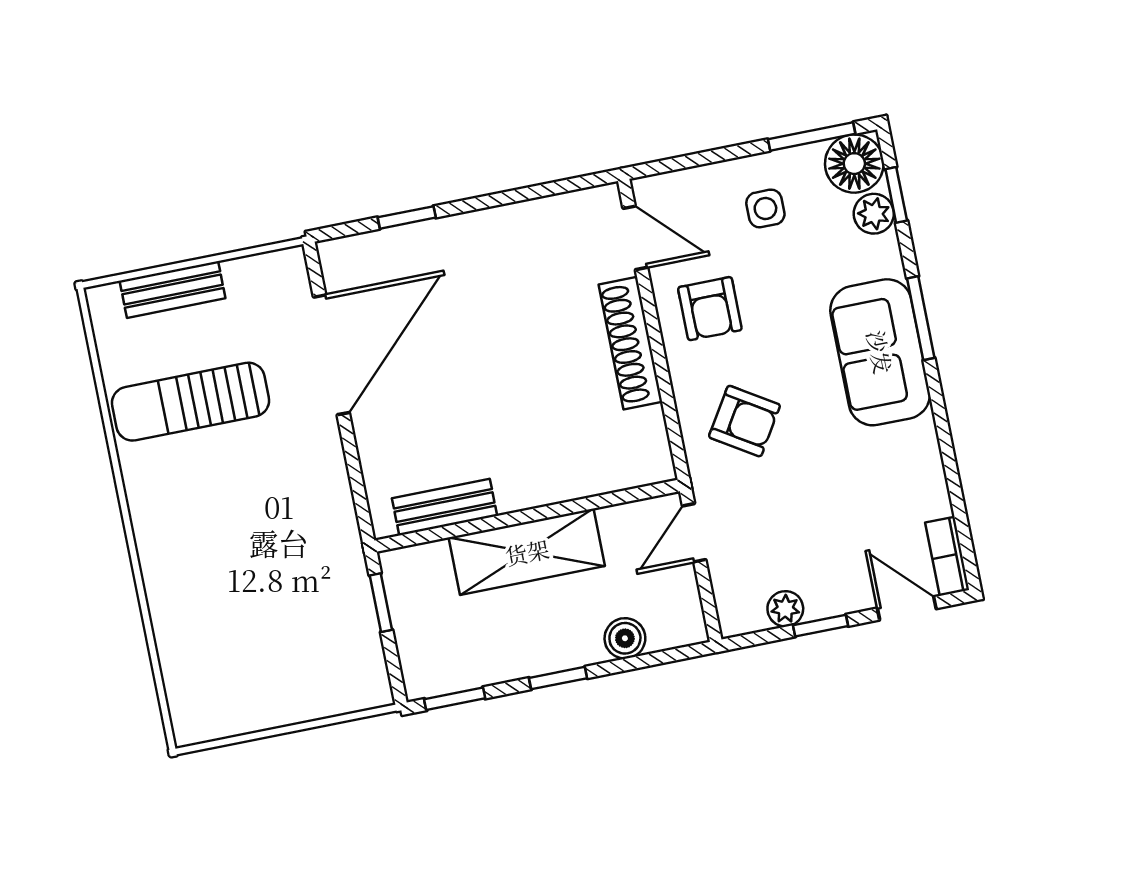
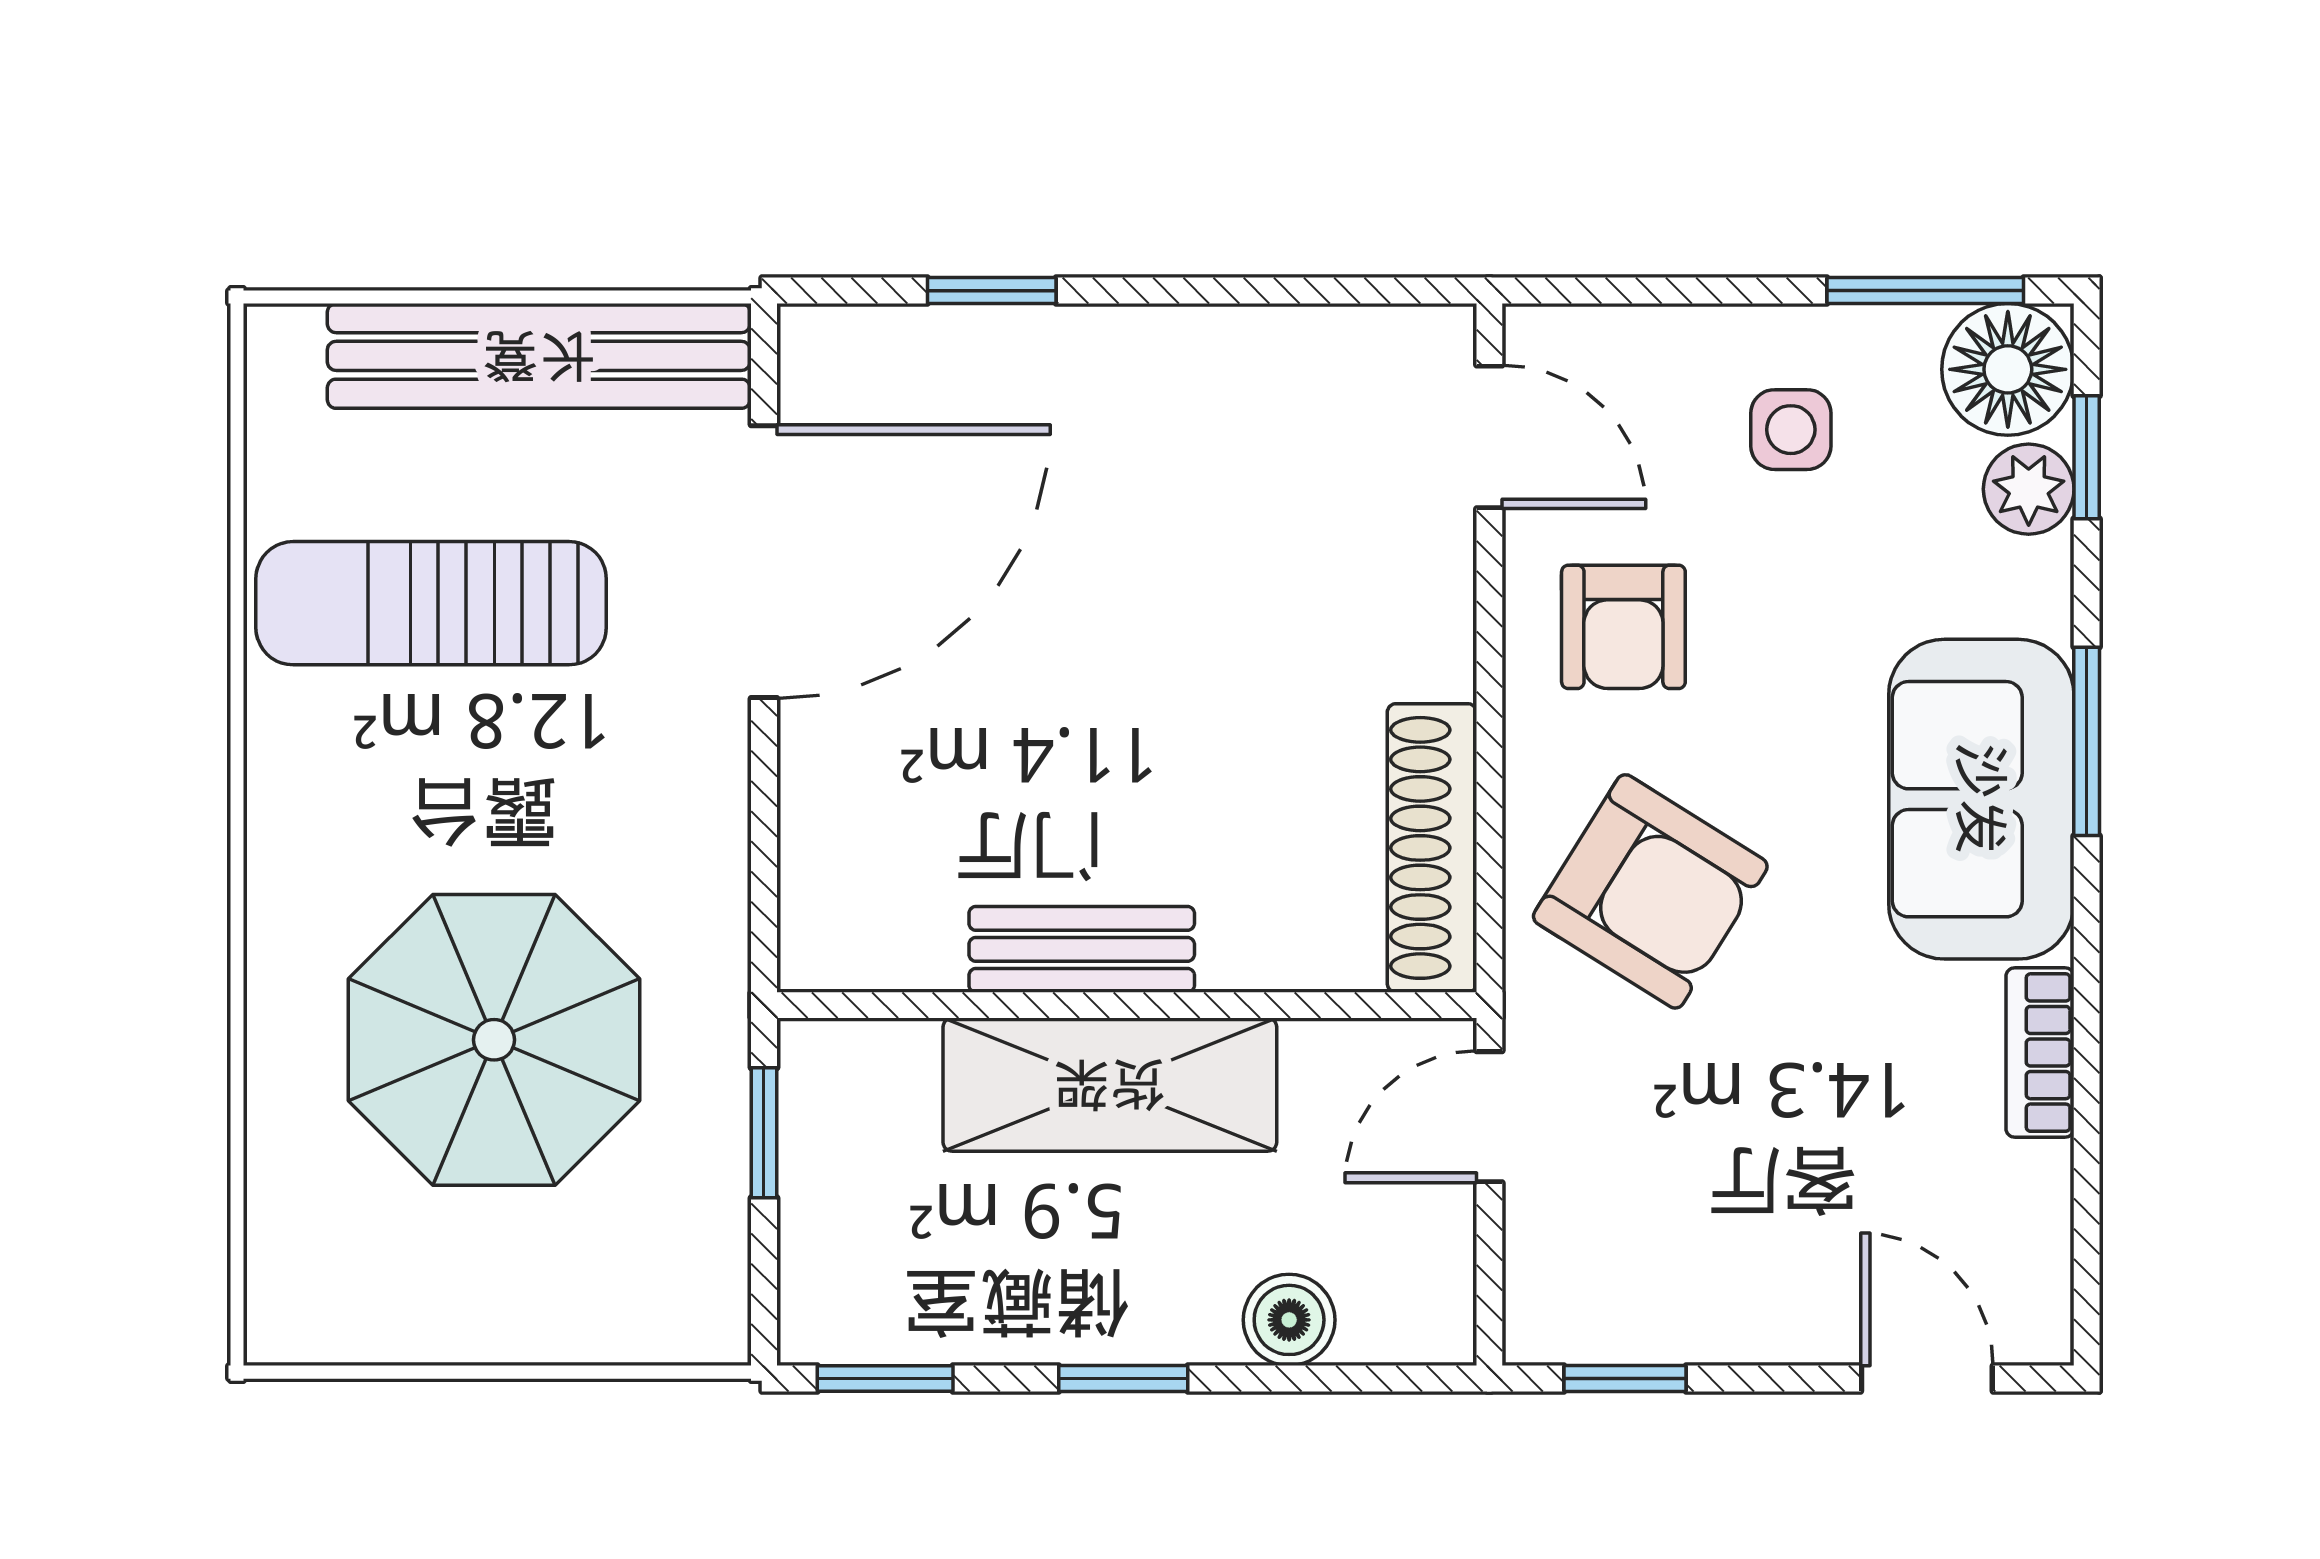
bench: (173, 290) -> (539, 356), width x1.86, depth x1.21
shoe rack: (630, 343) -> (1432, 848), moved
armchair: (744, 421) -> (1650, 891), width x1.38, depth x1.38
bench: (445, 507) -> (1082, 949), moved
bookcase: (947, 556) -> (2040, 1053), moved
parasol: (256, 586) -> (494, 1040), added
plant: (785, 609) -> (1658, 1326), removed
window: (820, 626) -> (1625, 1379), moved

